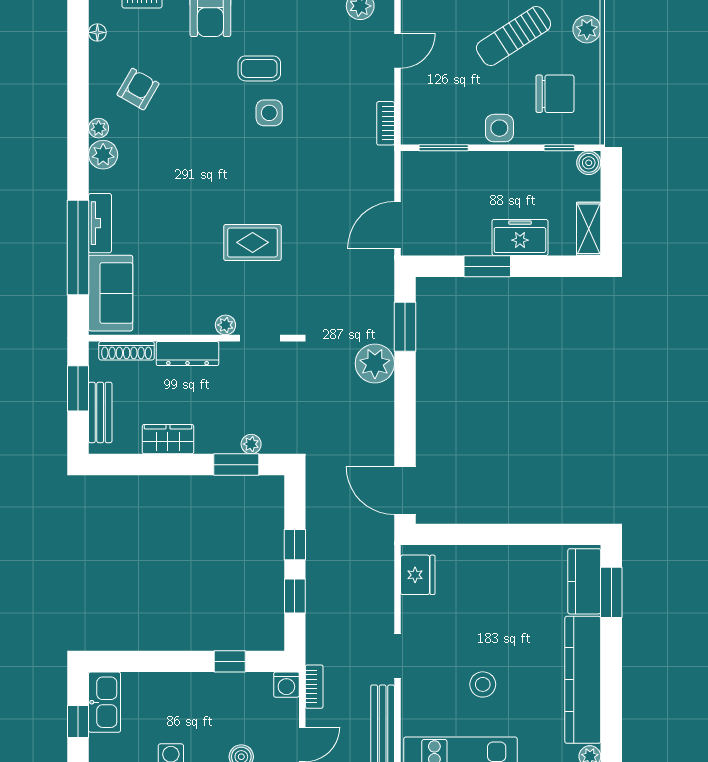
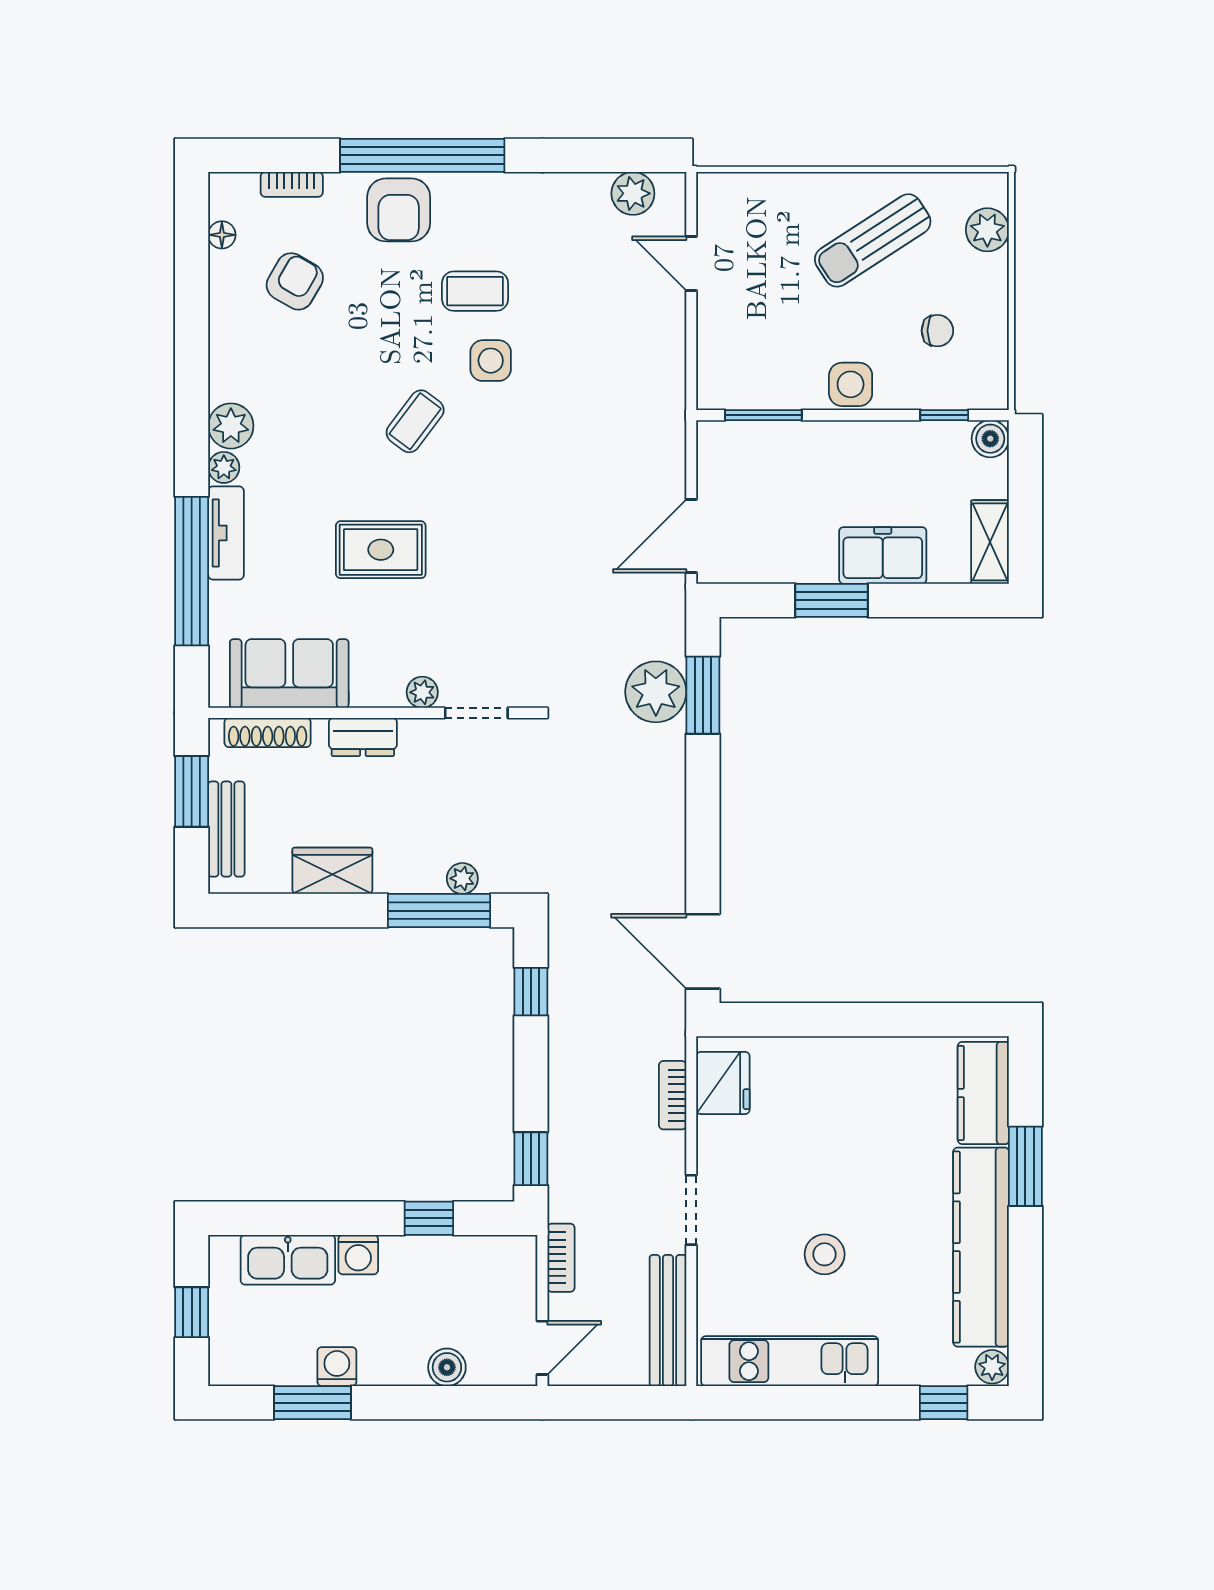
door: (398, 51) -> (691, 264), swing flipped
armchair: (138, 89) -> (295, 281), moved
chair: (555, 94) -> (937, 331), width x0.54, depth x0.54
bookcase: (386, 123) -> (673, 1095), moved
plant: (99, 128) -> (224, 467), moved
coffee table: (221, 152) -> (415, 421), added
rug: (253, 242) -> (381, 550), moved
sofa: (111, 293) -> (289, 674), moved, turned -90
dresser: (187, 354) -> (363, 737), width x0.70
plant: (375, 363) -> (656, 692), moved
window: (236, 465) -> (439, 911), width x1.44
window: (295, 545) -> (531, 992), moved
window: (611, 592) -> (1025, 1166), moved
window: (295, 596) -> (531, 1159), moved
washing machine: (286, 685) -> (358, 1255), moved
kitchen sink: (105, 702) -> (288, 1260), moved, turned 90

